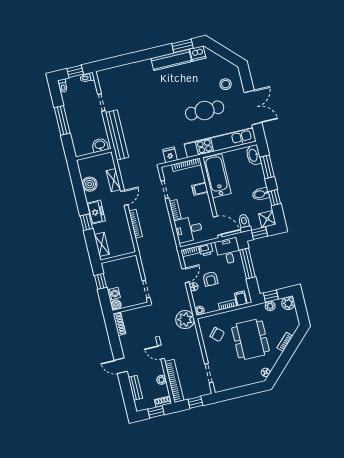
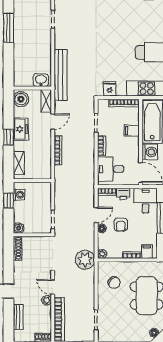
bench: (117, 135) -> (61, 75), moved
washbasin: (100, 145) -> (41, 80), moved
wall: (94, 154) -> (32, 88), moved
washing machine: (221, 205) -> (150, 152), added
washing machine: (114, 294) -> (19, 195), moved
plant: (161, 380) -> (47, 300), moved

